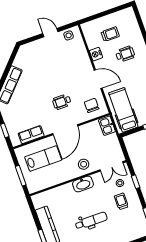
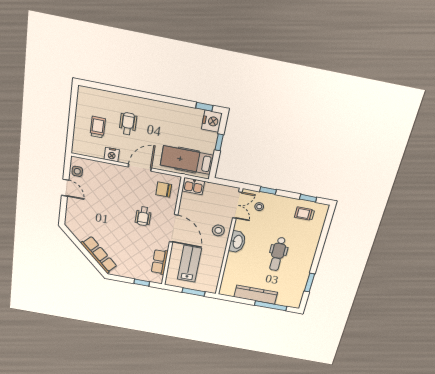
door: (50, 33) -> (65, 188), swing flipped
trolley: (121, 201) -> (304, 214), moved
dental chair: (91, 221) -> (278, 254), turned 180

